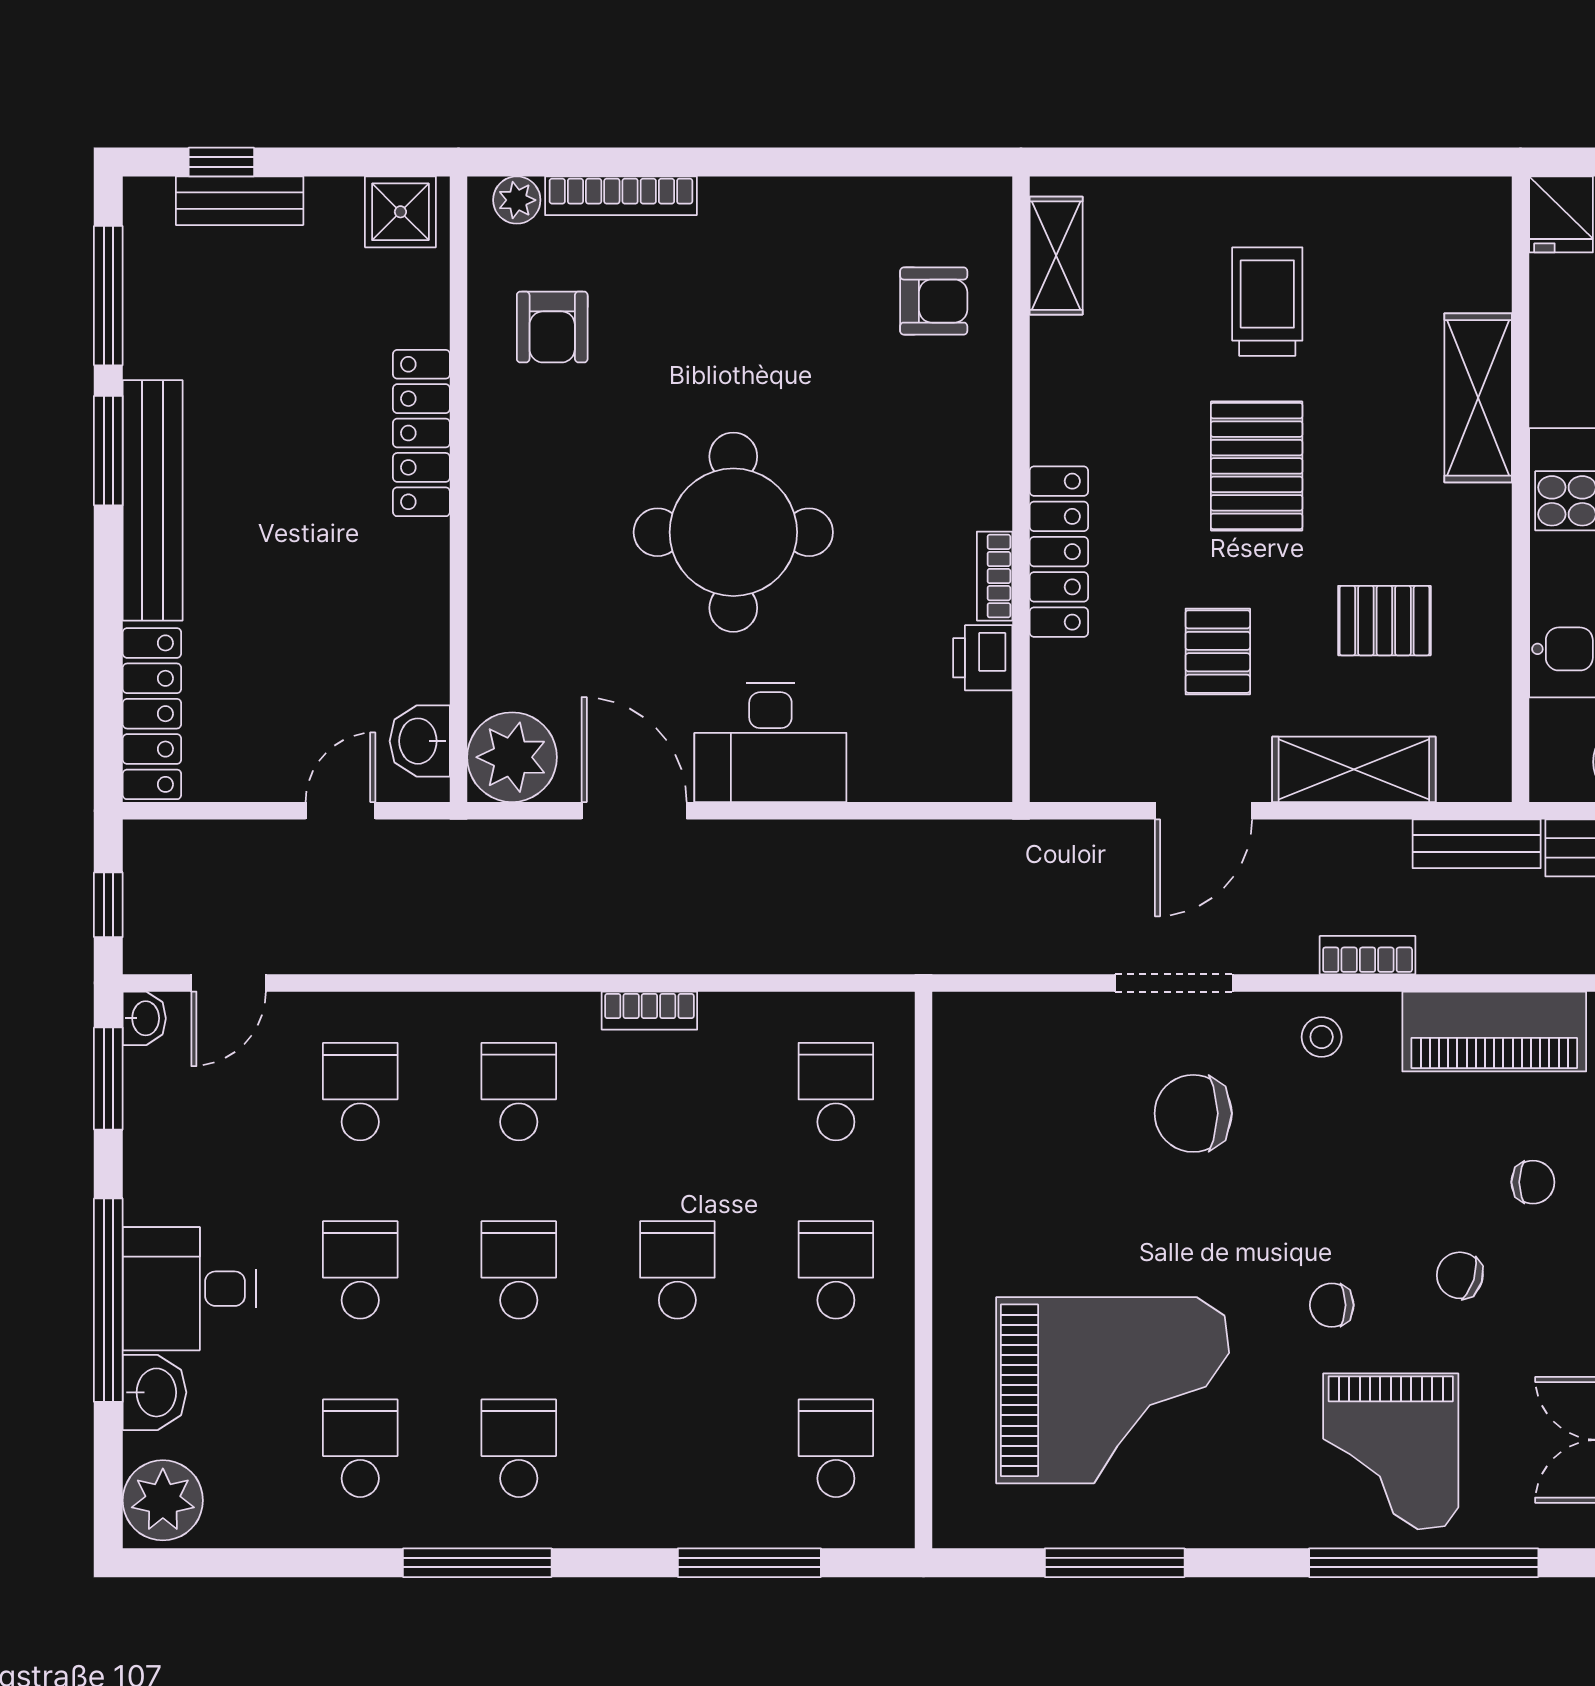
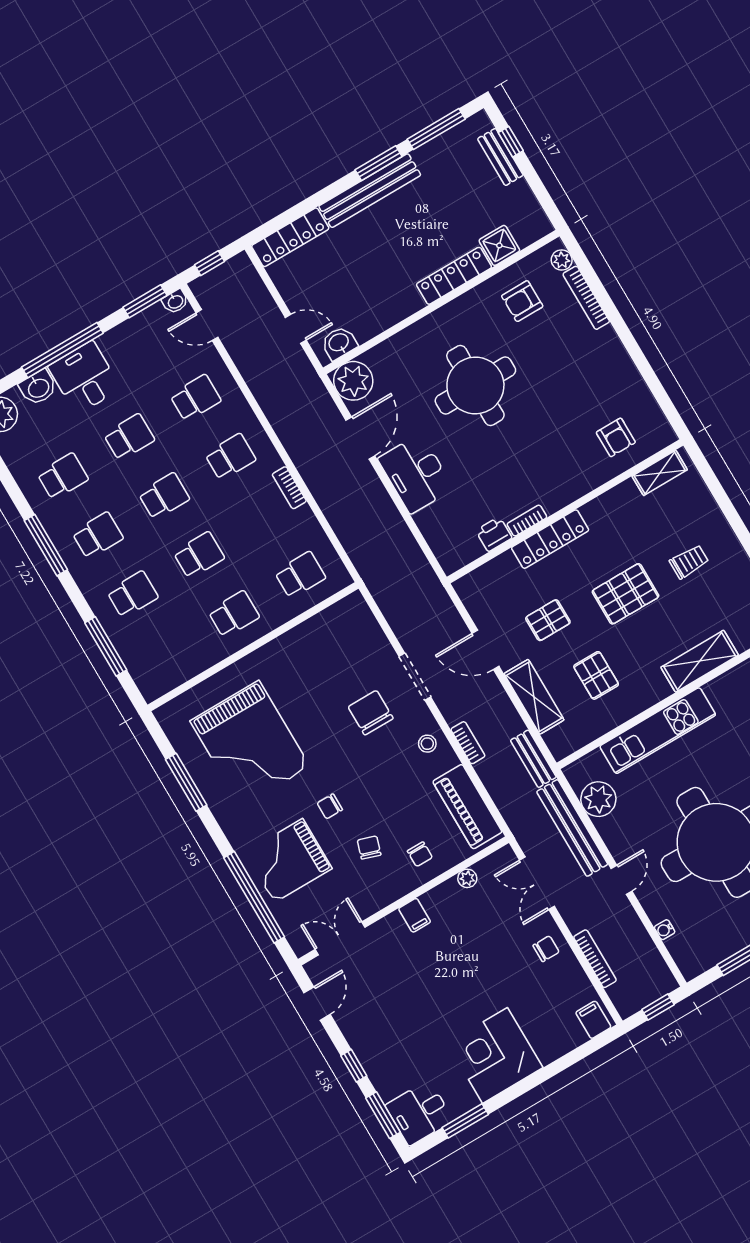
shower: (400, 212) -> (499, 245), moved
trolley: (1267, 302) -> (689, 562), width x0.73, depth x0.72
round table: (733, 532) -> (475, 385), moved
chair: (1332, 1305) -> (330, 806), turned -90
school desk: (836, 1448) -> (133, 594), moved

